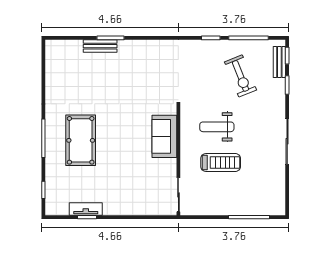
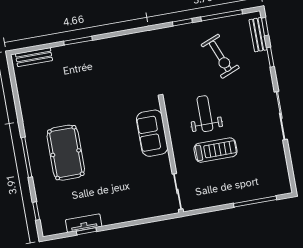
bench: (100, 46) -> (34, 57), moved
weight bench: (217, 127) -> (205, 114), turned 90

